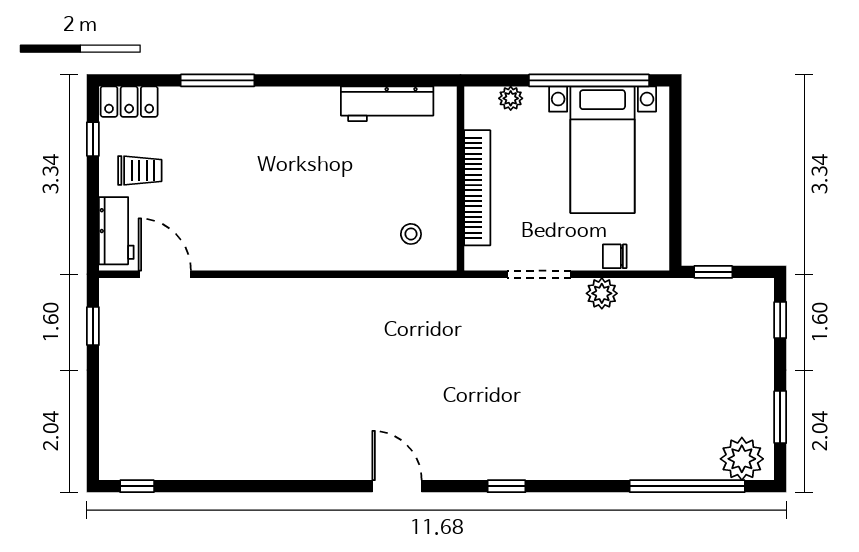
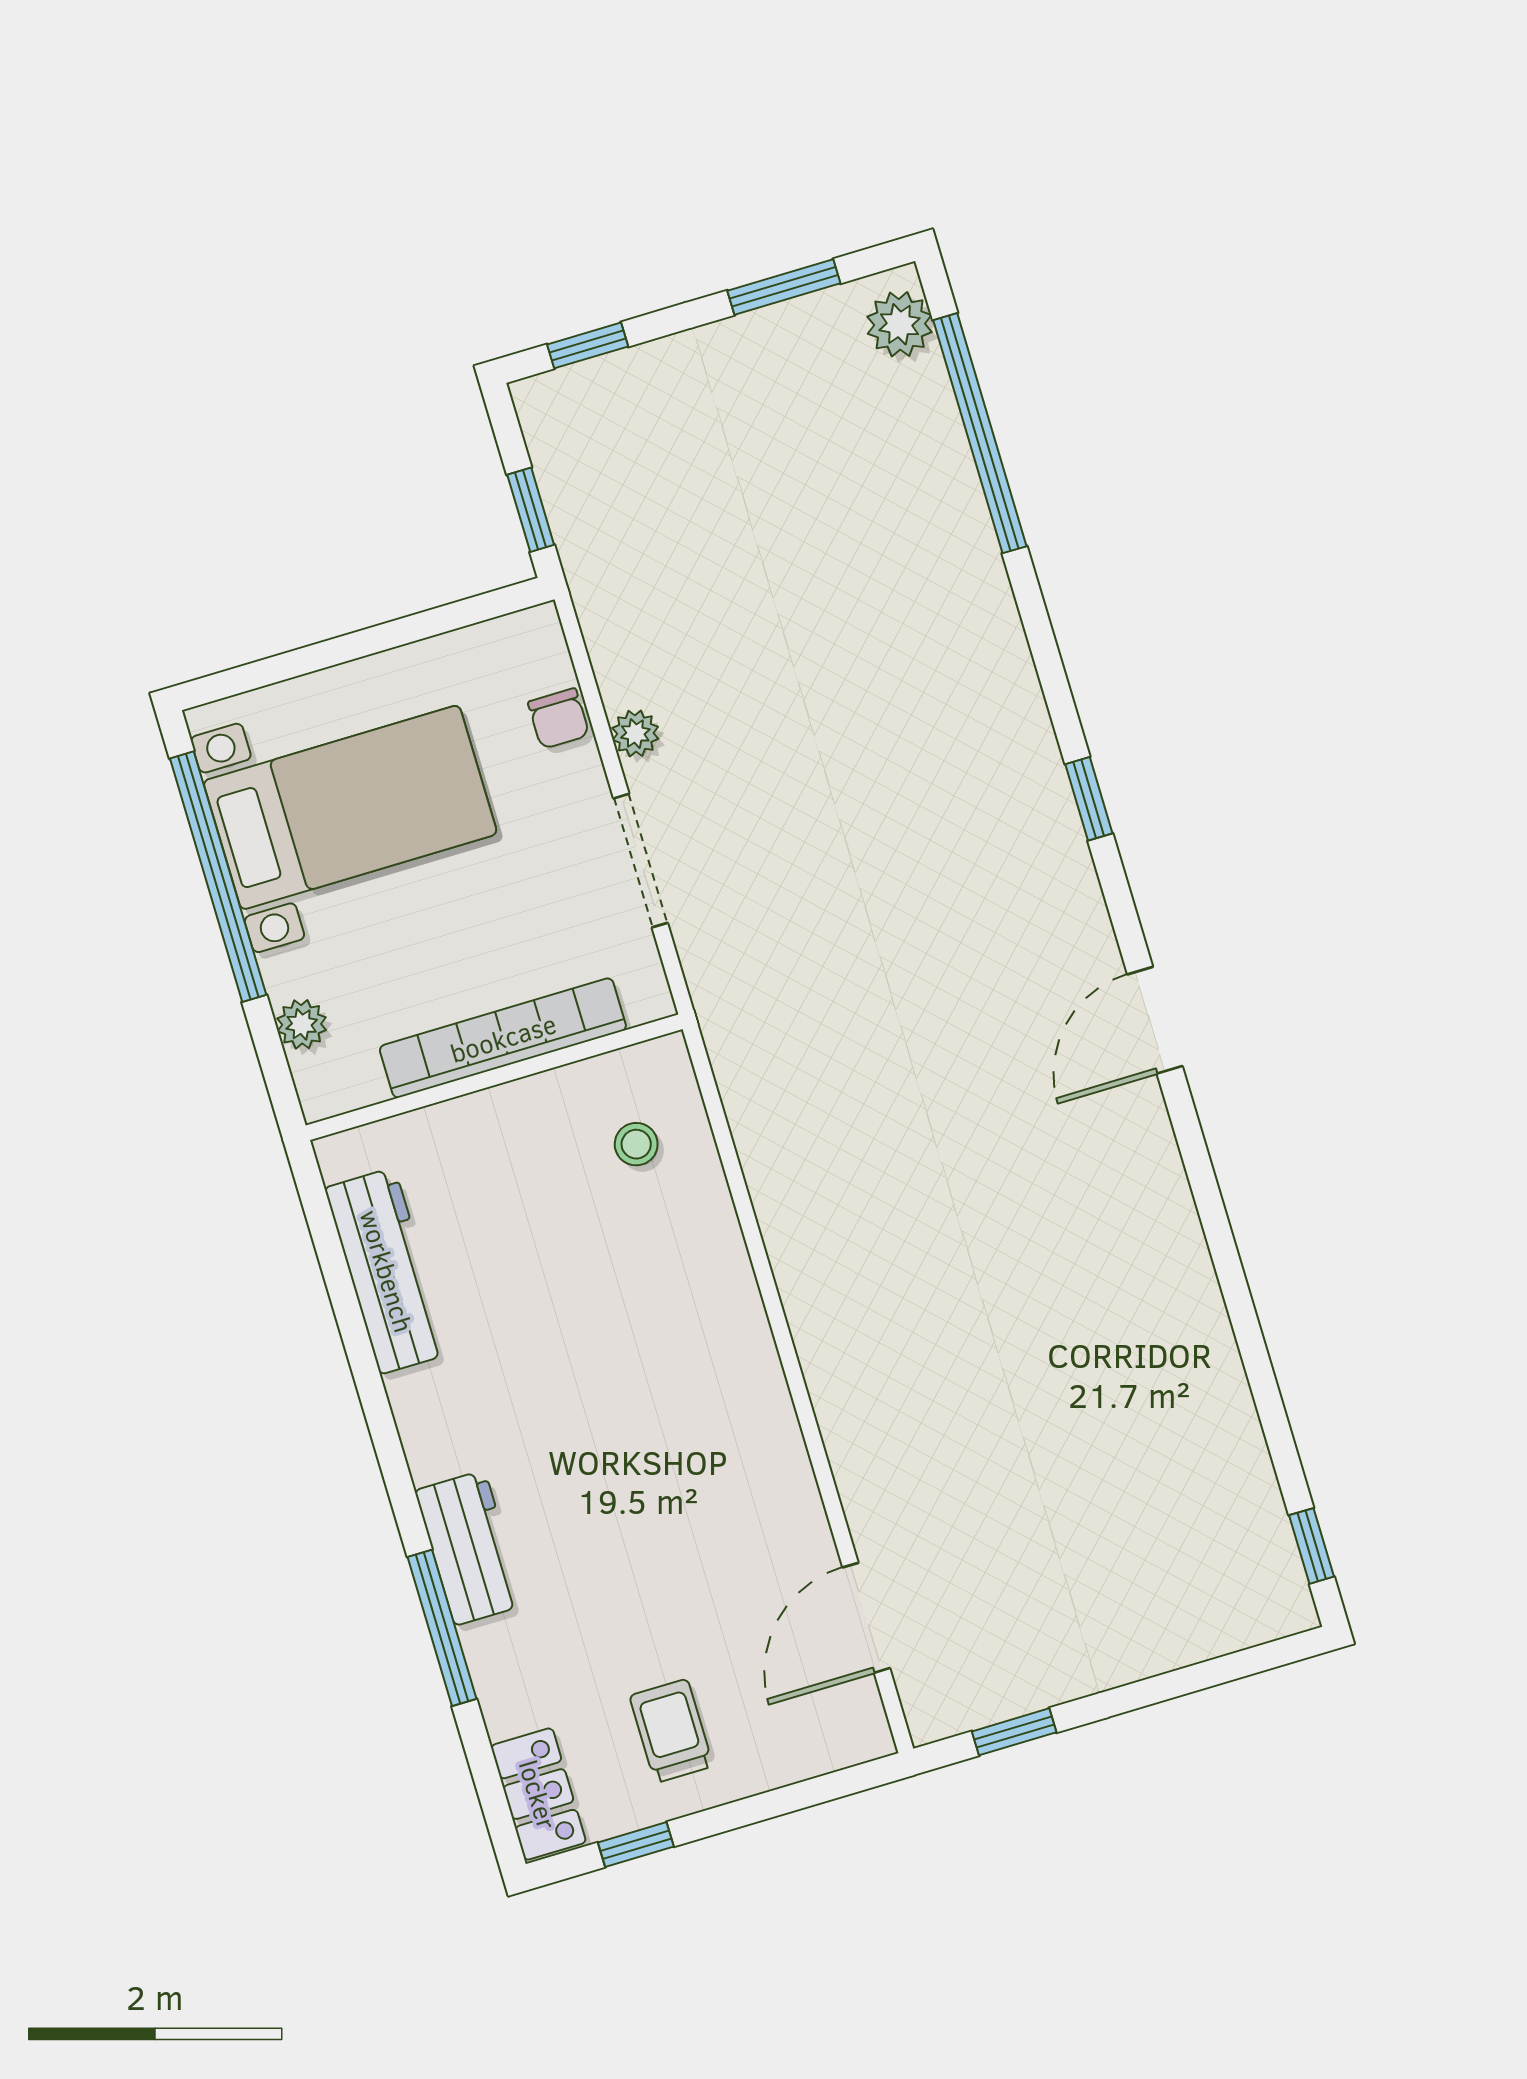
workbench: (116, 231) -> (470, 1548), moved, turned 90
plant: (602, 293) -> (635, 733), width x0.73, depth x0.73
plant: (742, 459) -> (900, 324), width x0.73, depth x0.73

